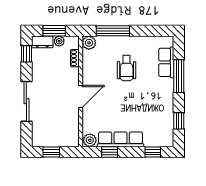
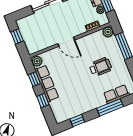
wheelchair: (127, 68) -> (100, 67), turned 180
window: (153, 152) -> (43, 100), moved

